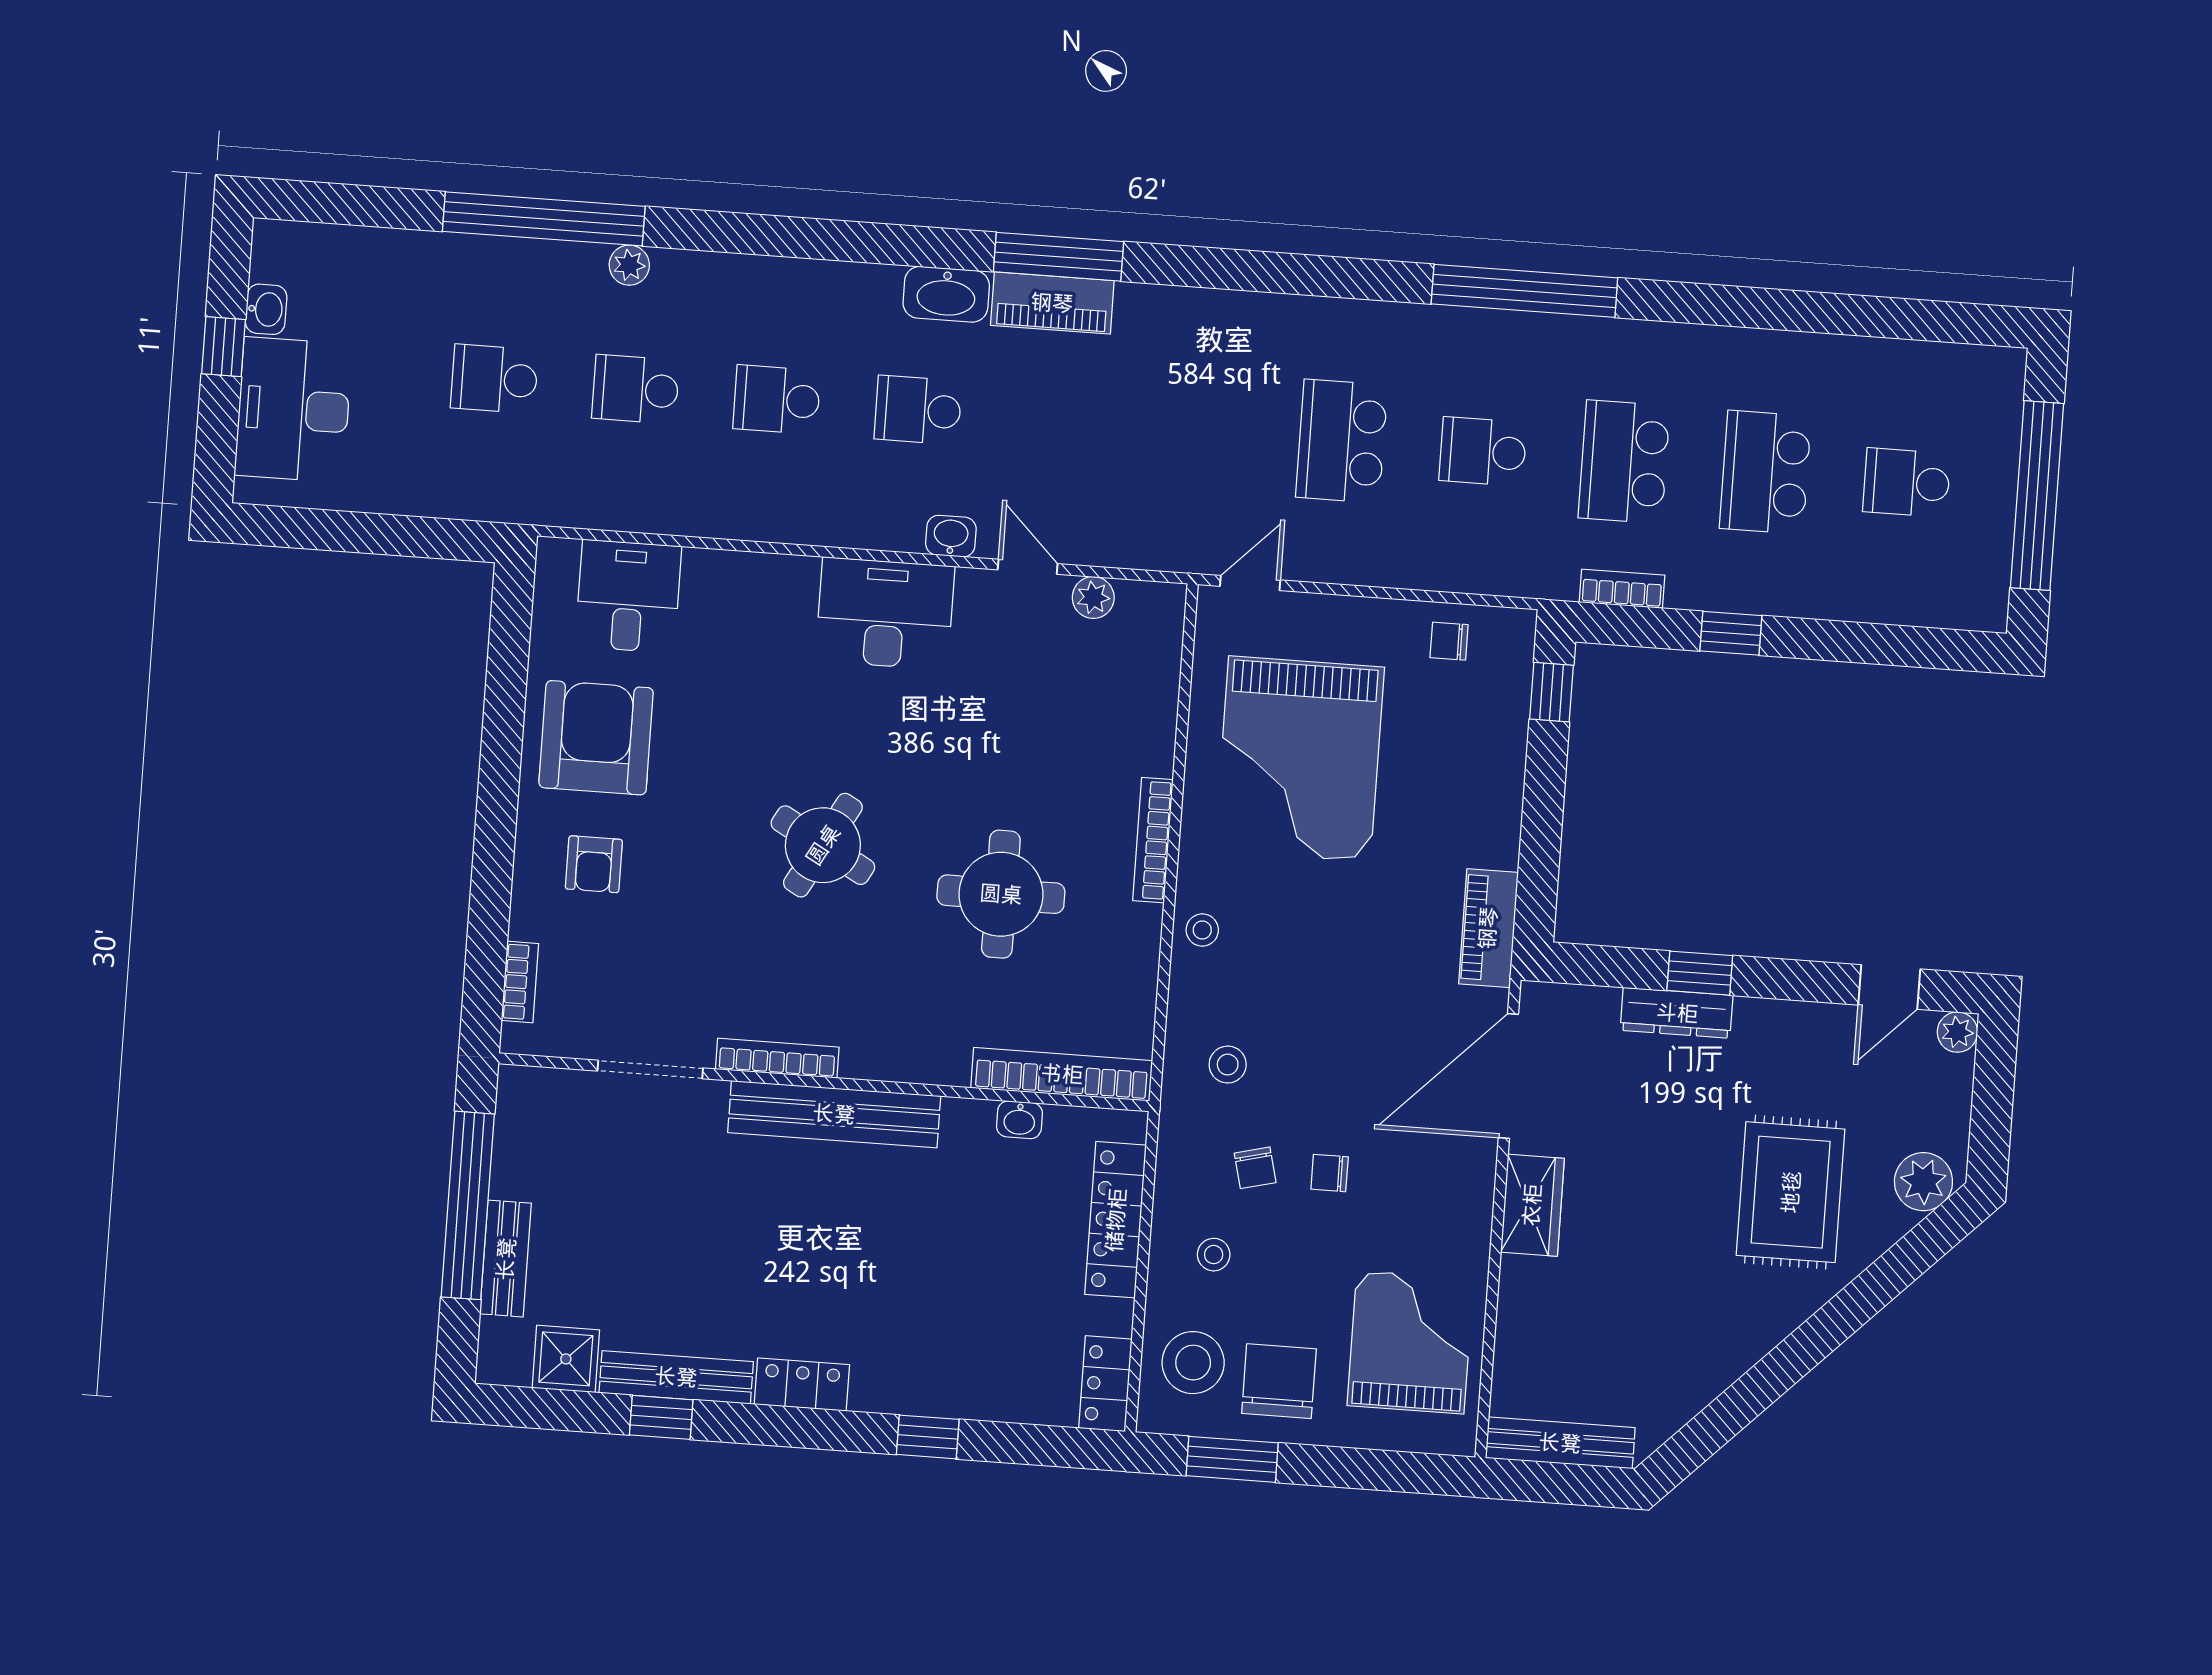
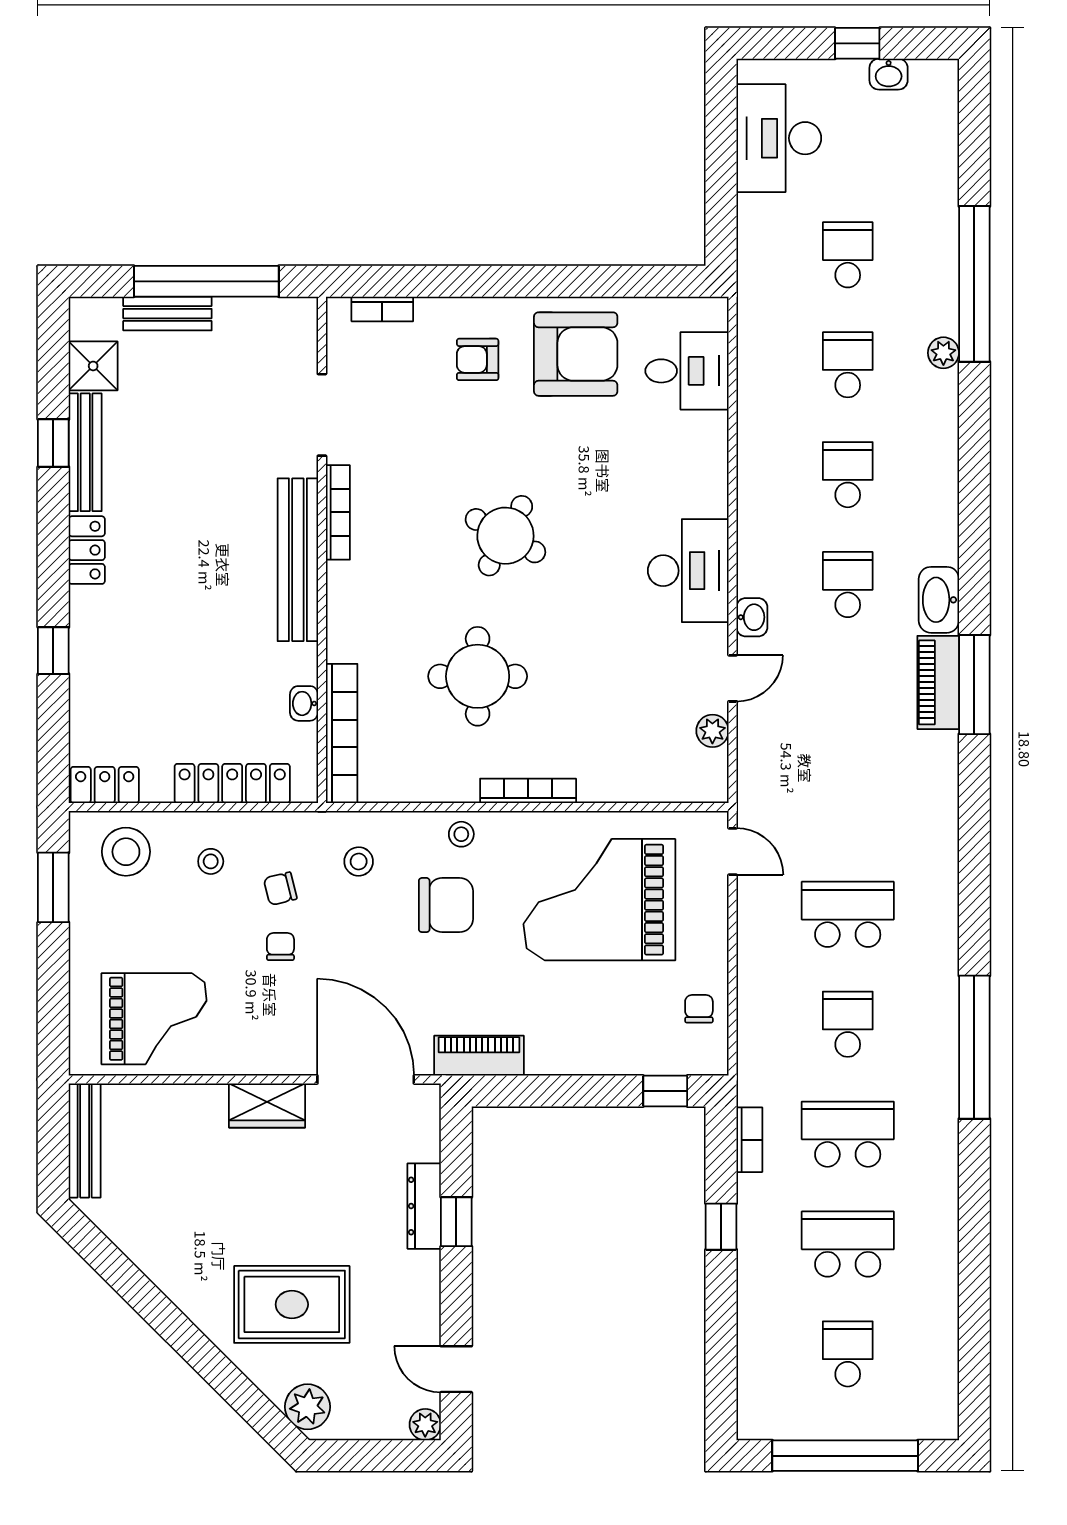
desk: (293, 410) -> (779, 138), moved, turned -90
chair: (1279, 1381) -> (446, 905), moved

